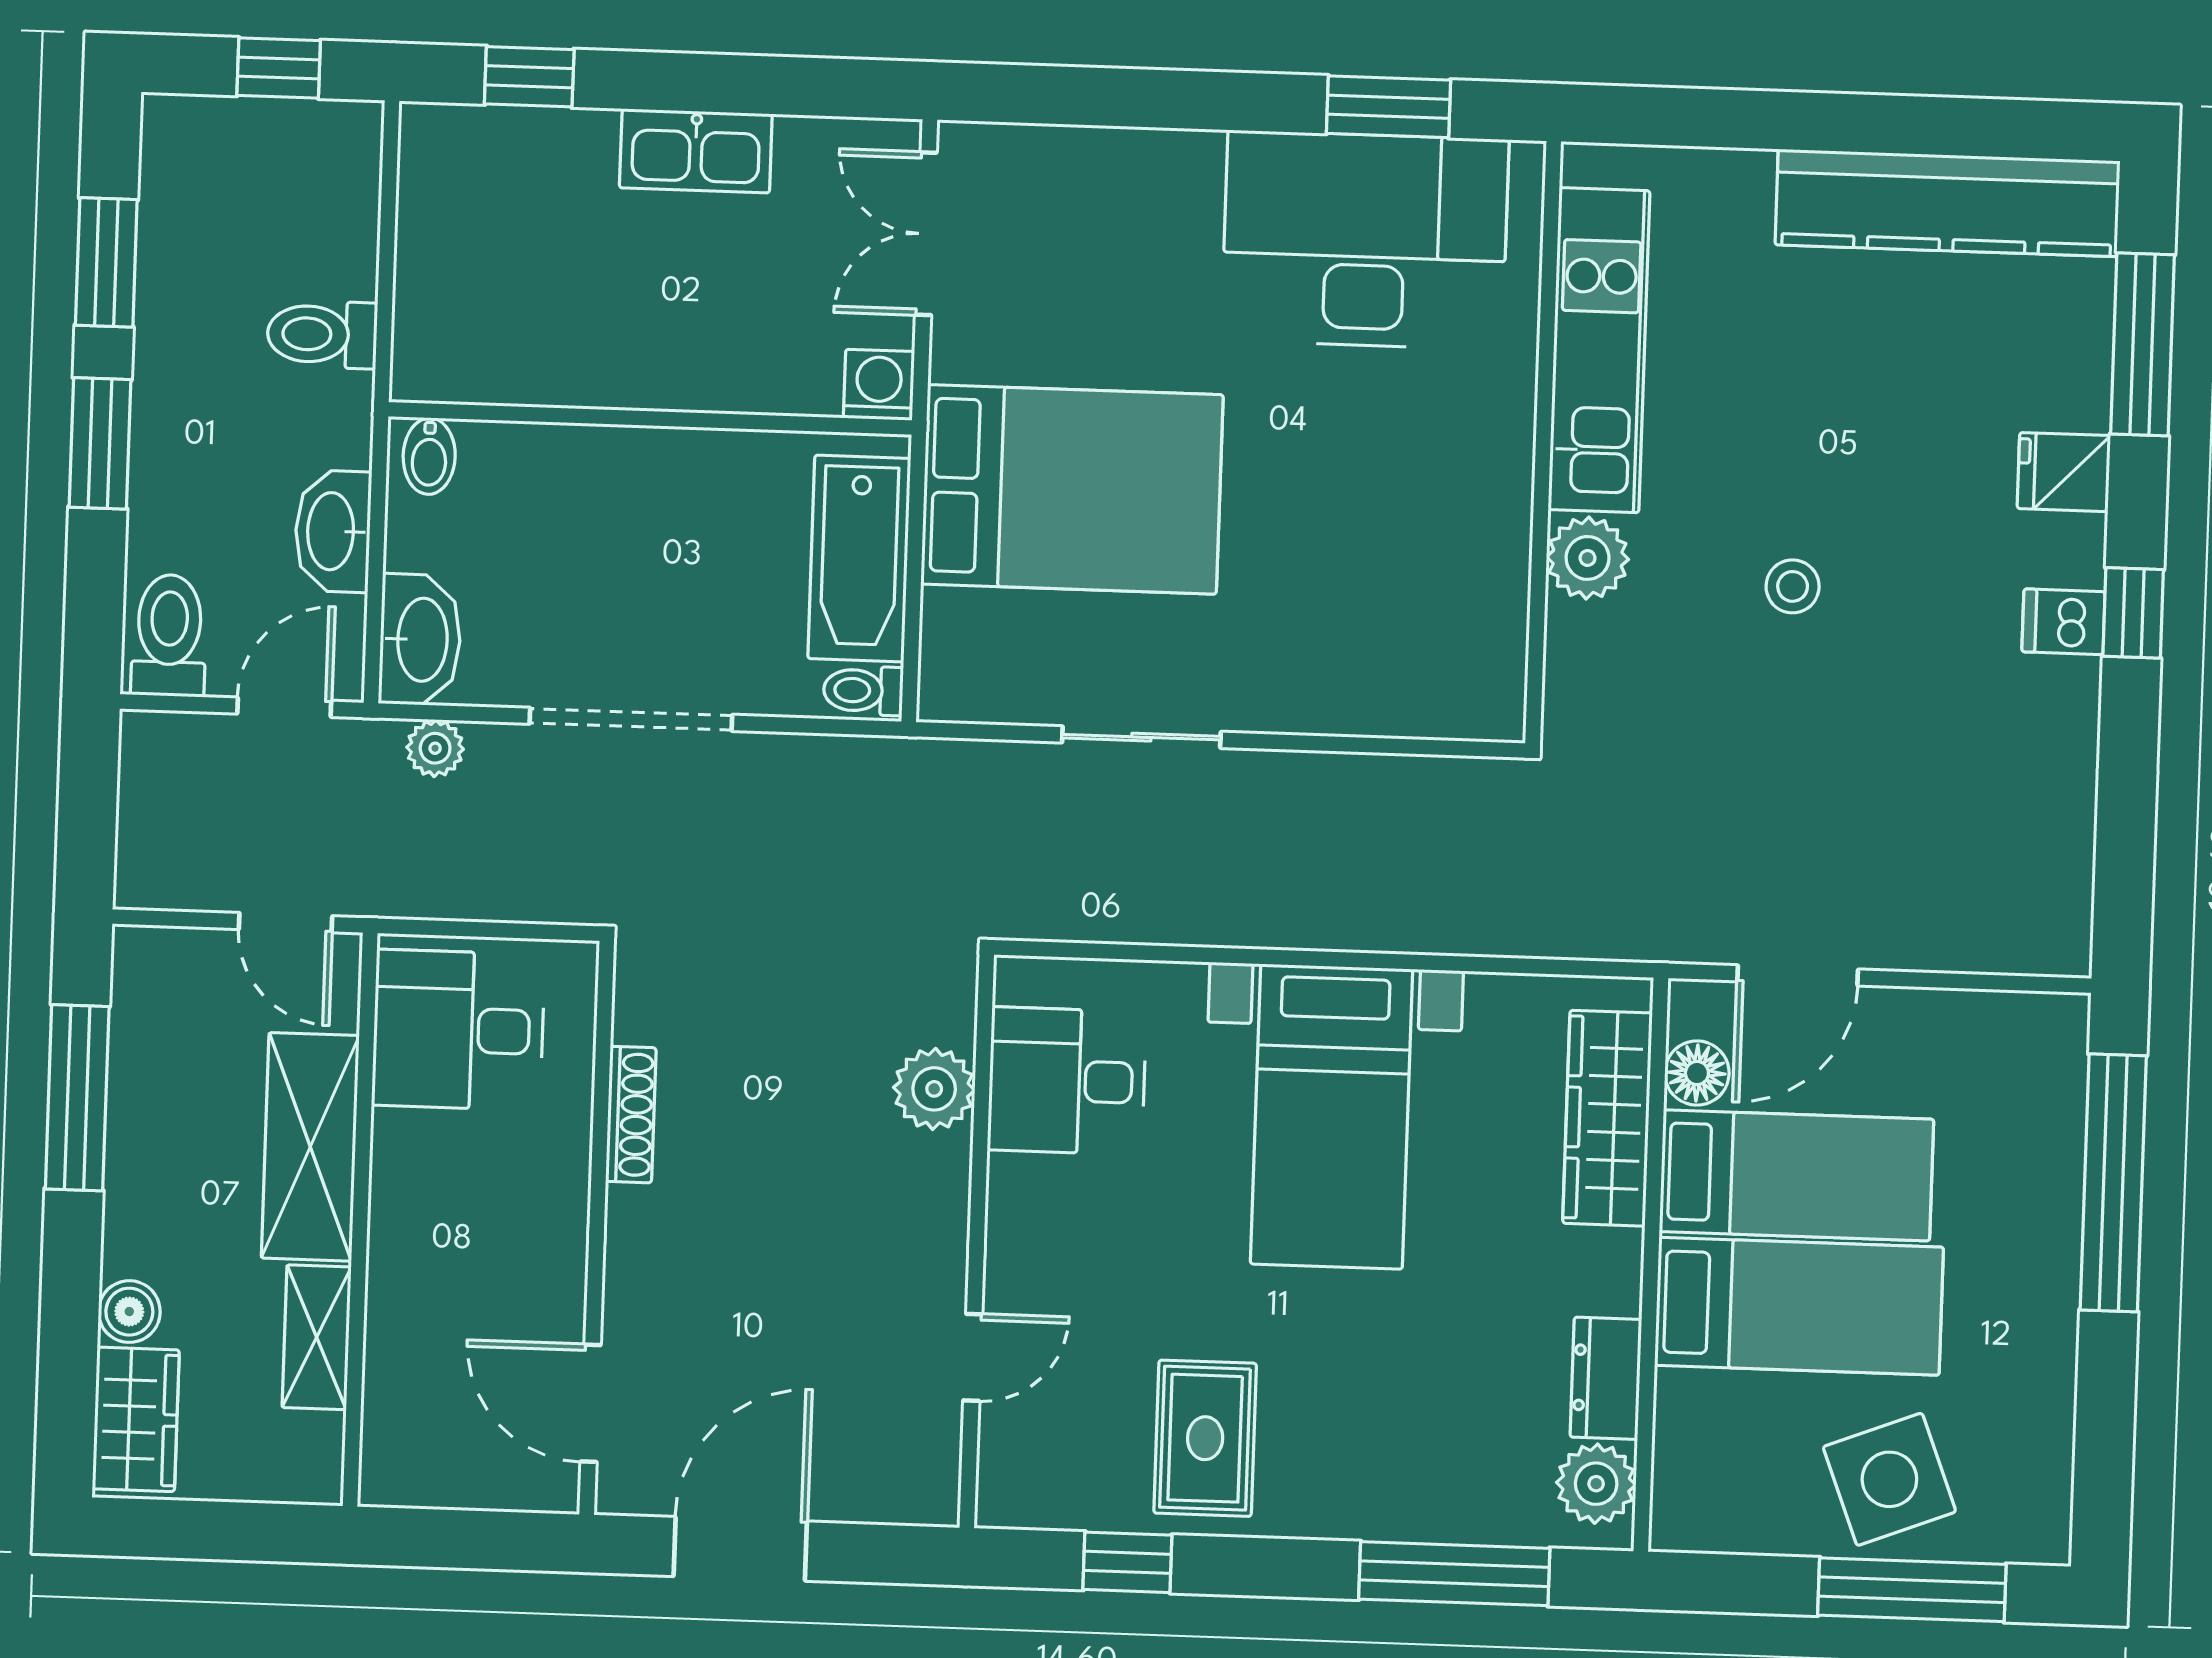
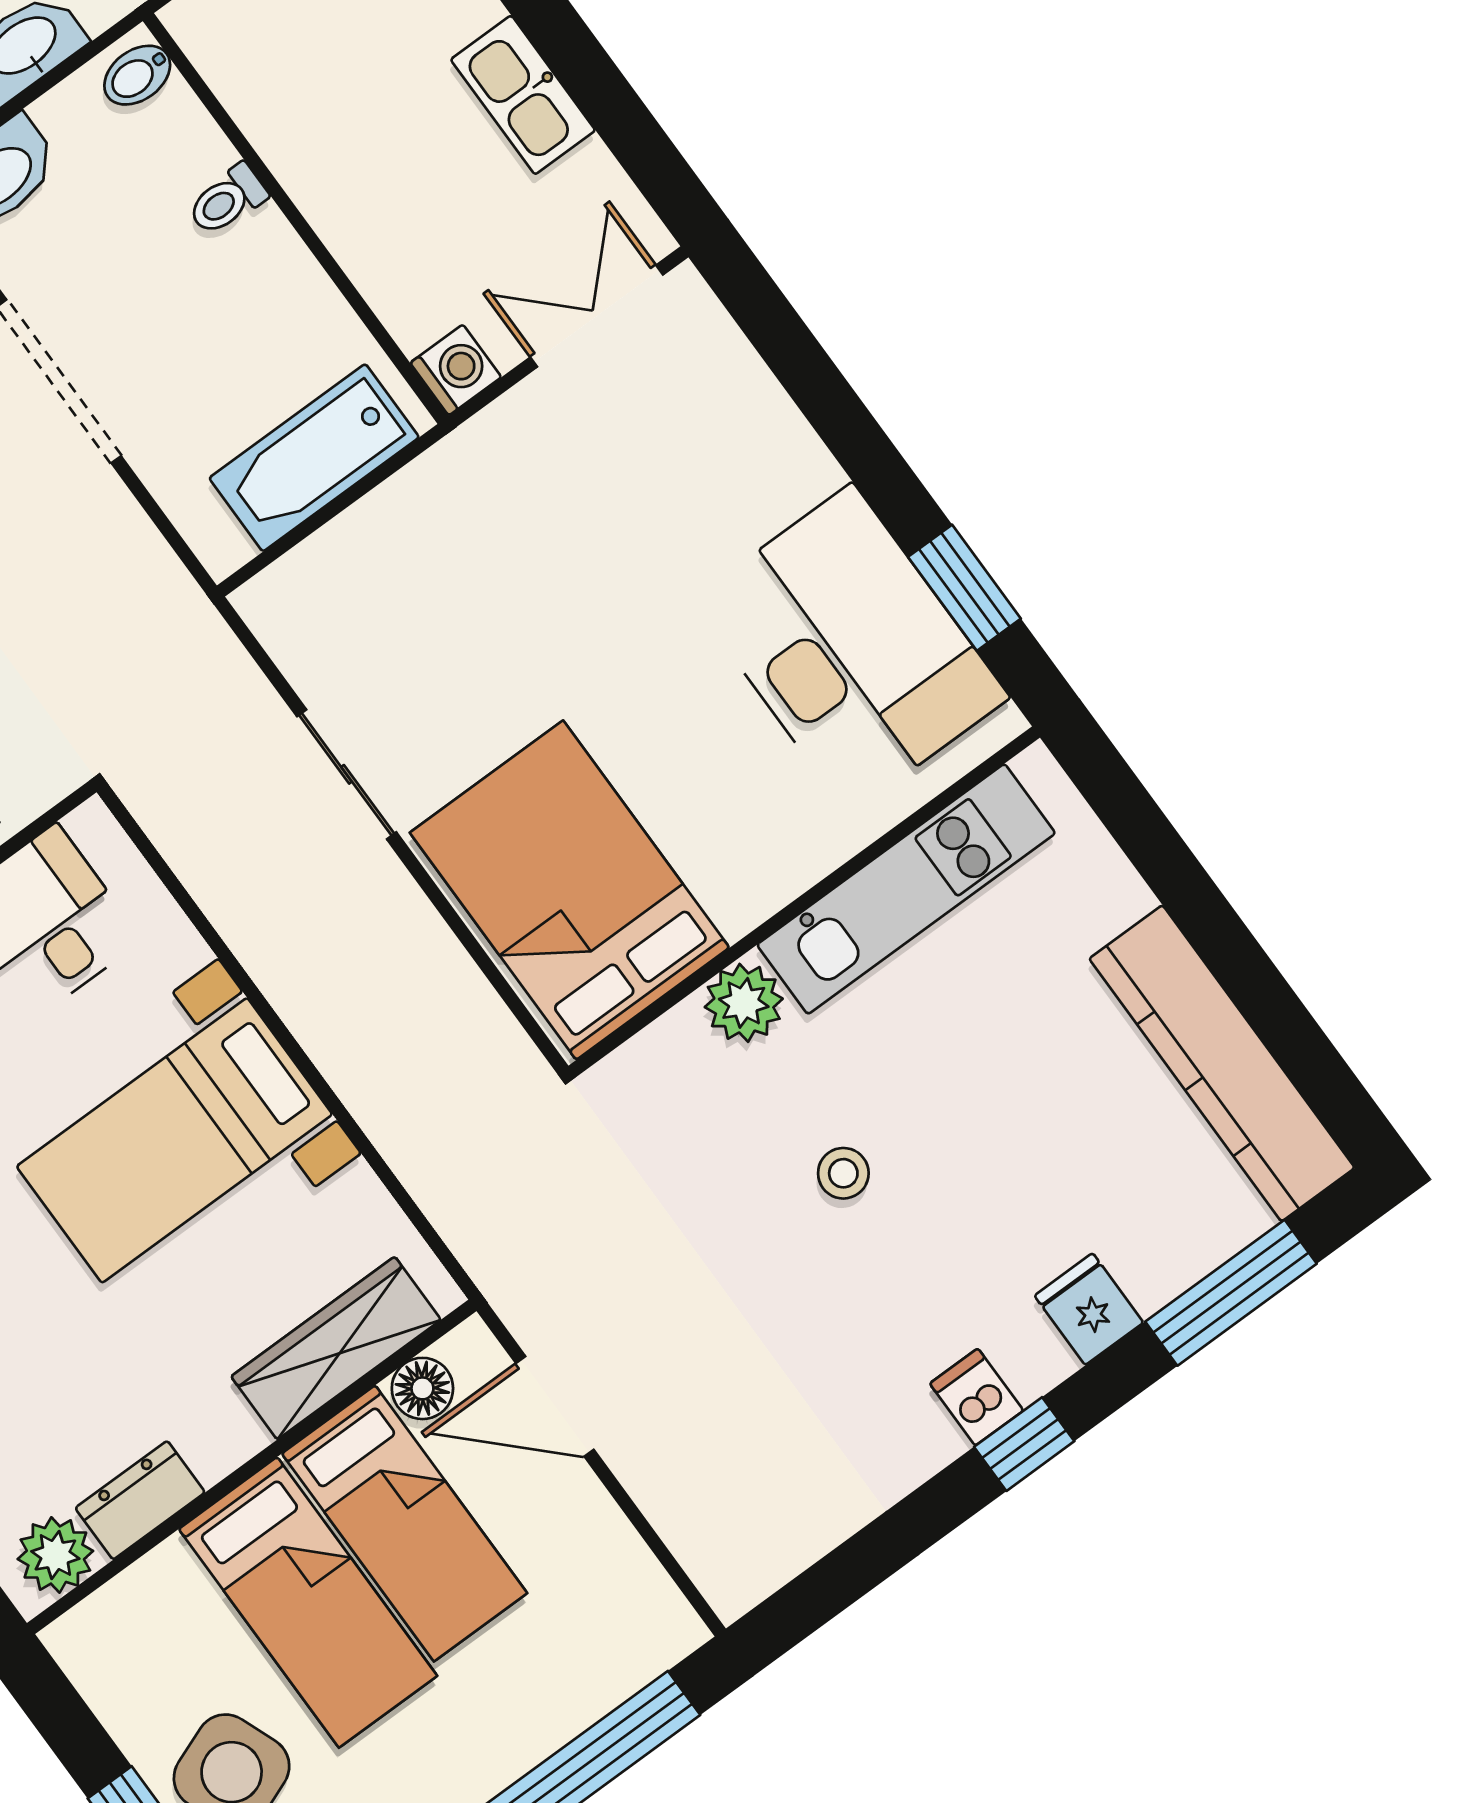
bed: (1072, 489) -> (570, 890), moved, turned 180
toilet: (863, 690) -> (227, 200), moved, turned -90

